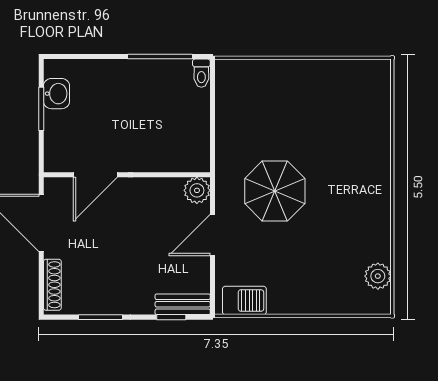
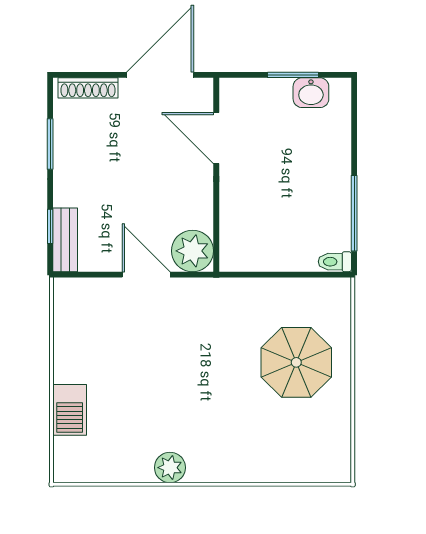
plant: (197, 190) -> (193, 251), width x1.36, depth x1.36
parasol: (275, 191) -> (296, 362), moved
plant: (378, 276) -> (170, 468), moved
barbecue: (244, 300) -> (70, 410), moved

